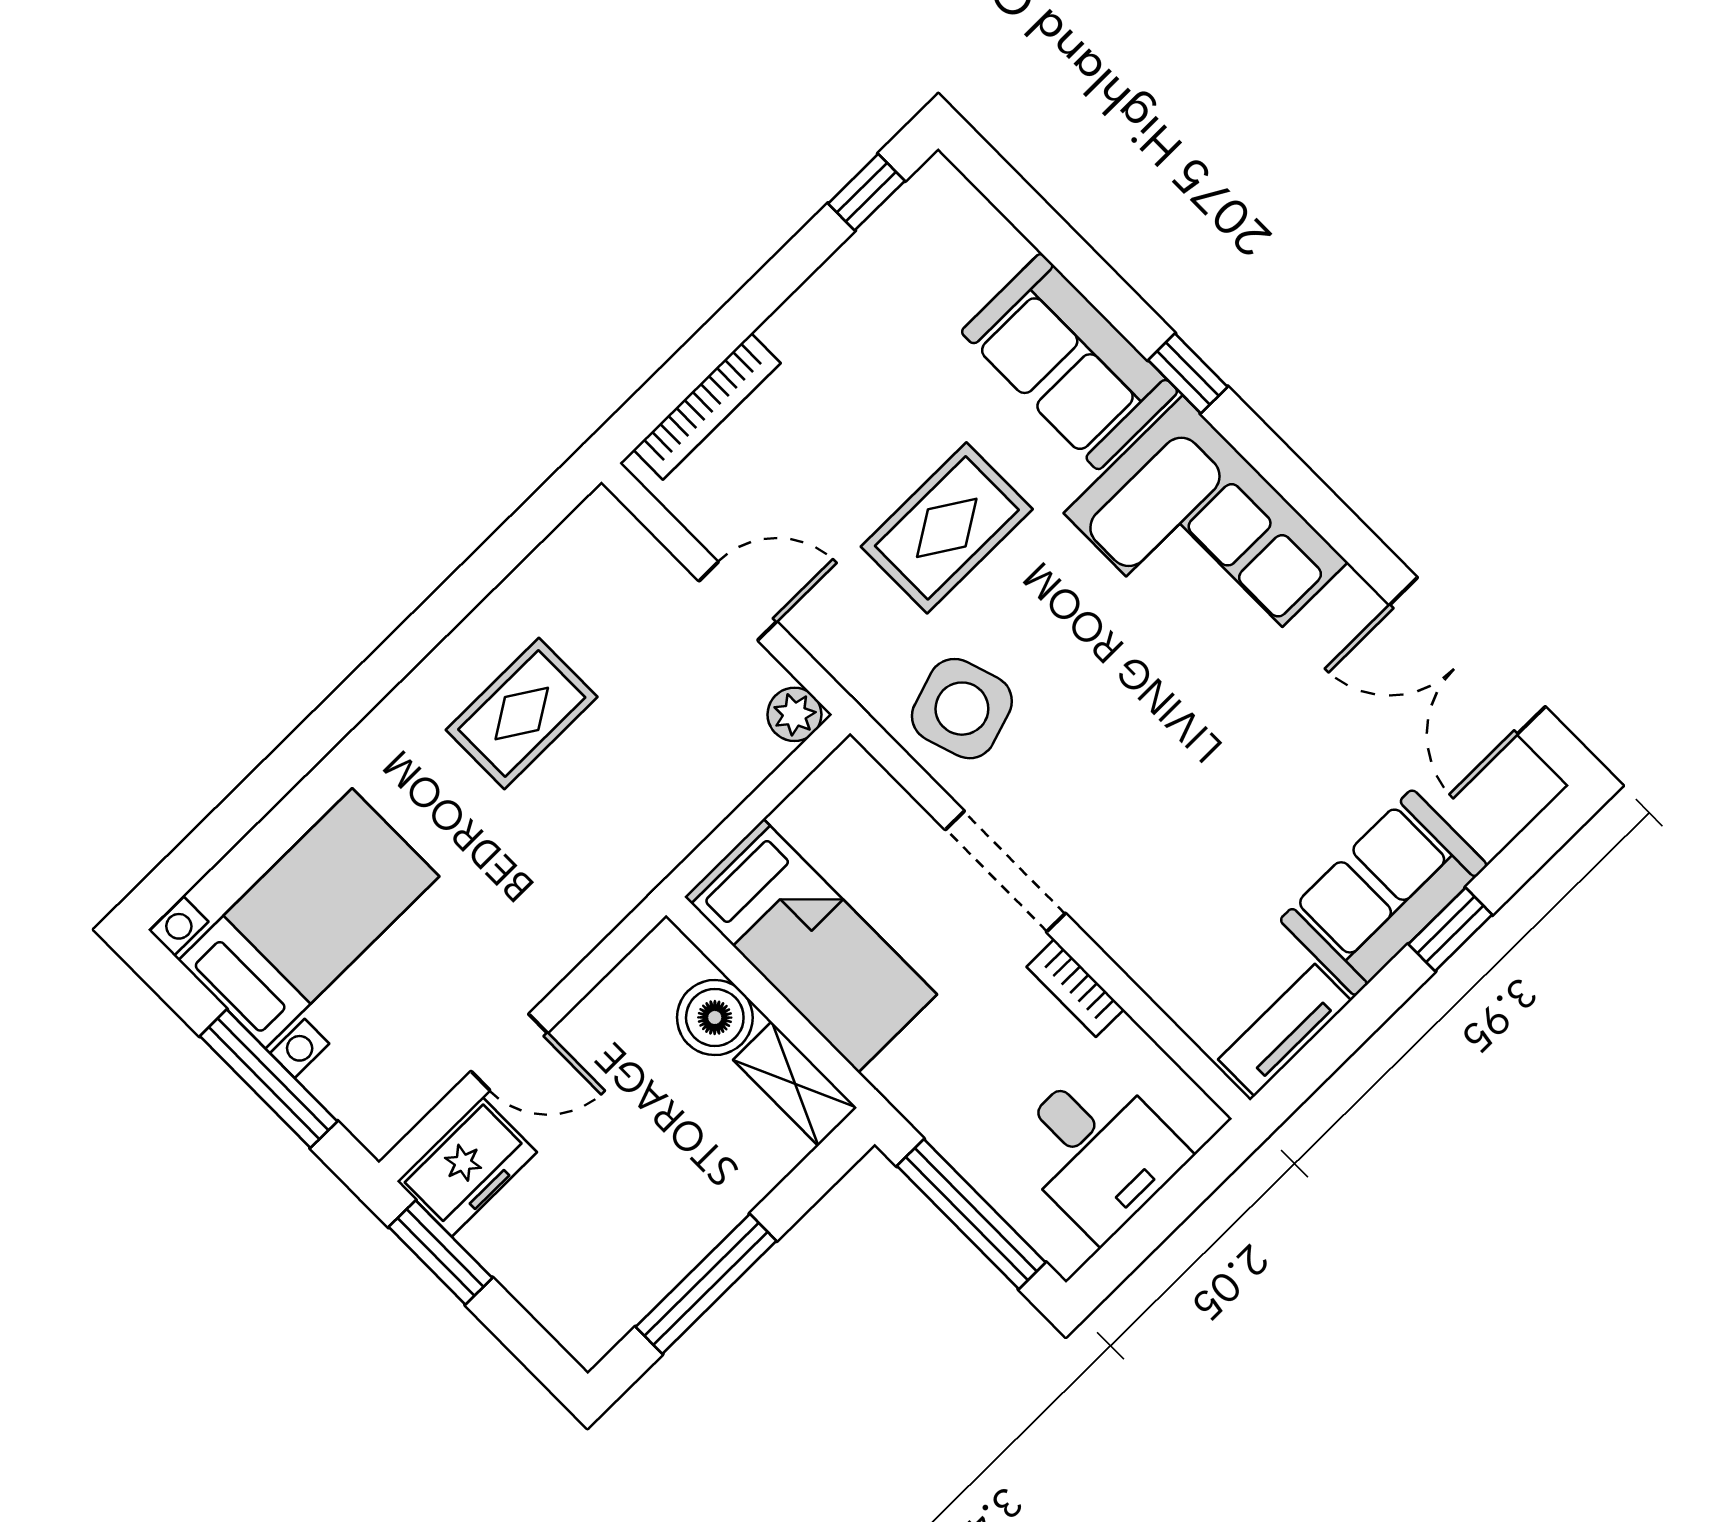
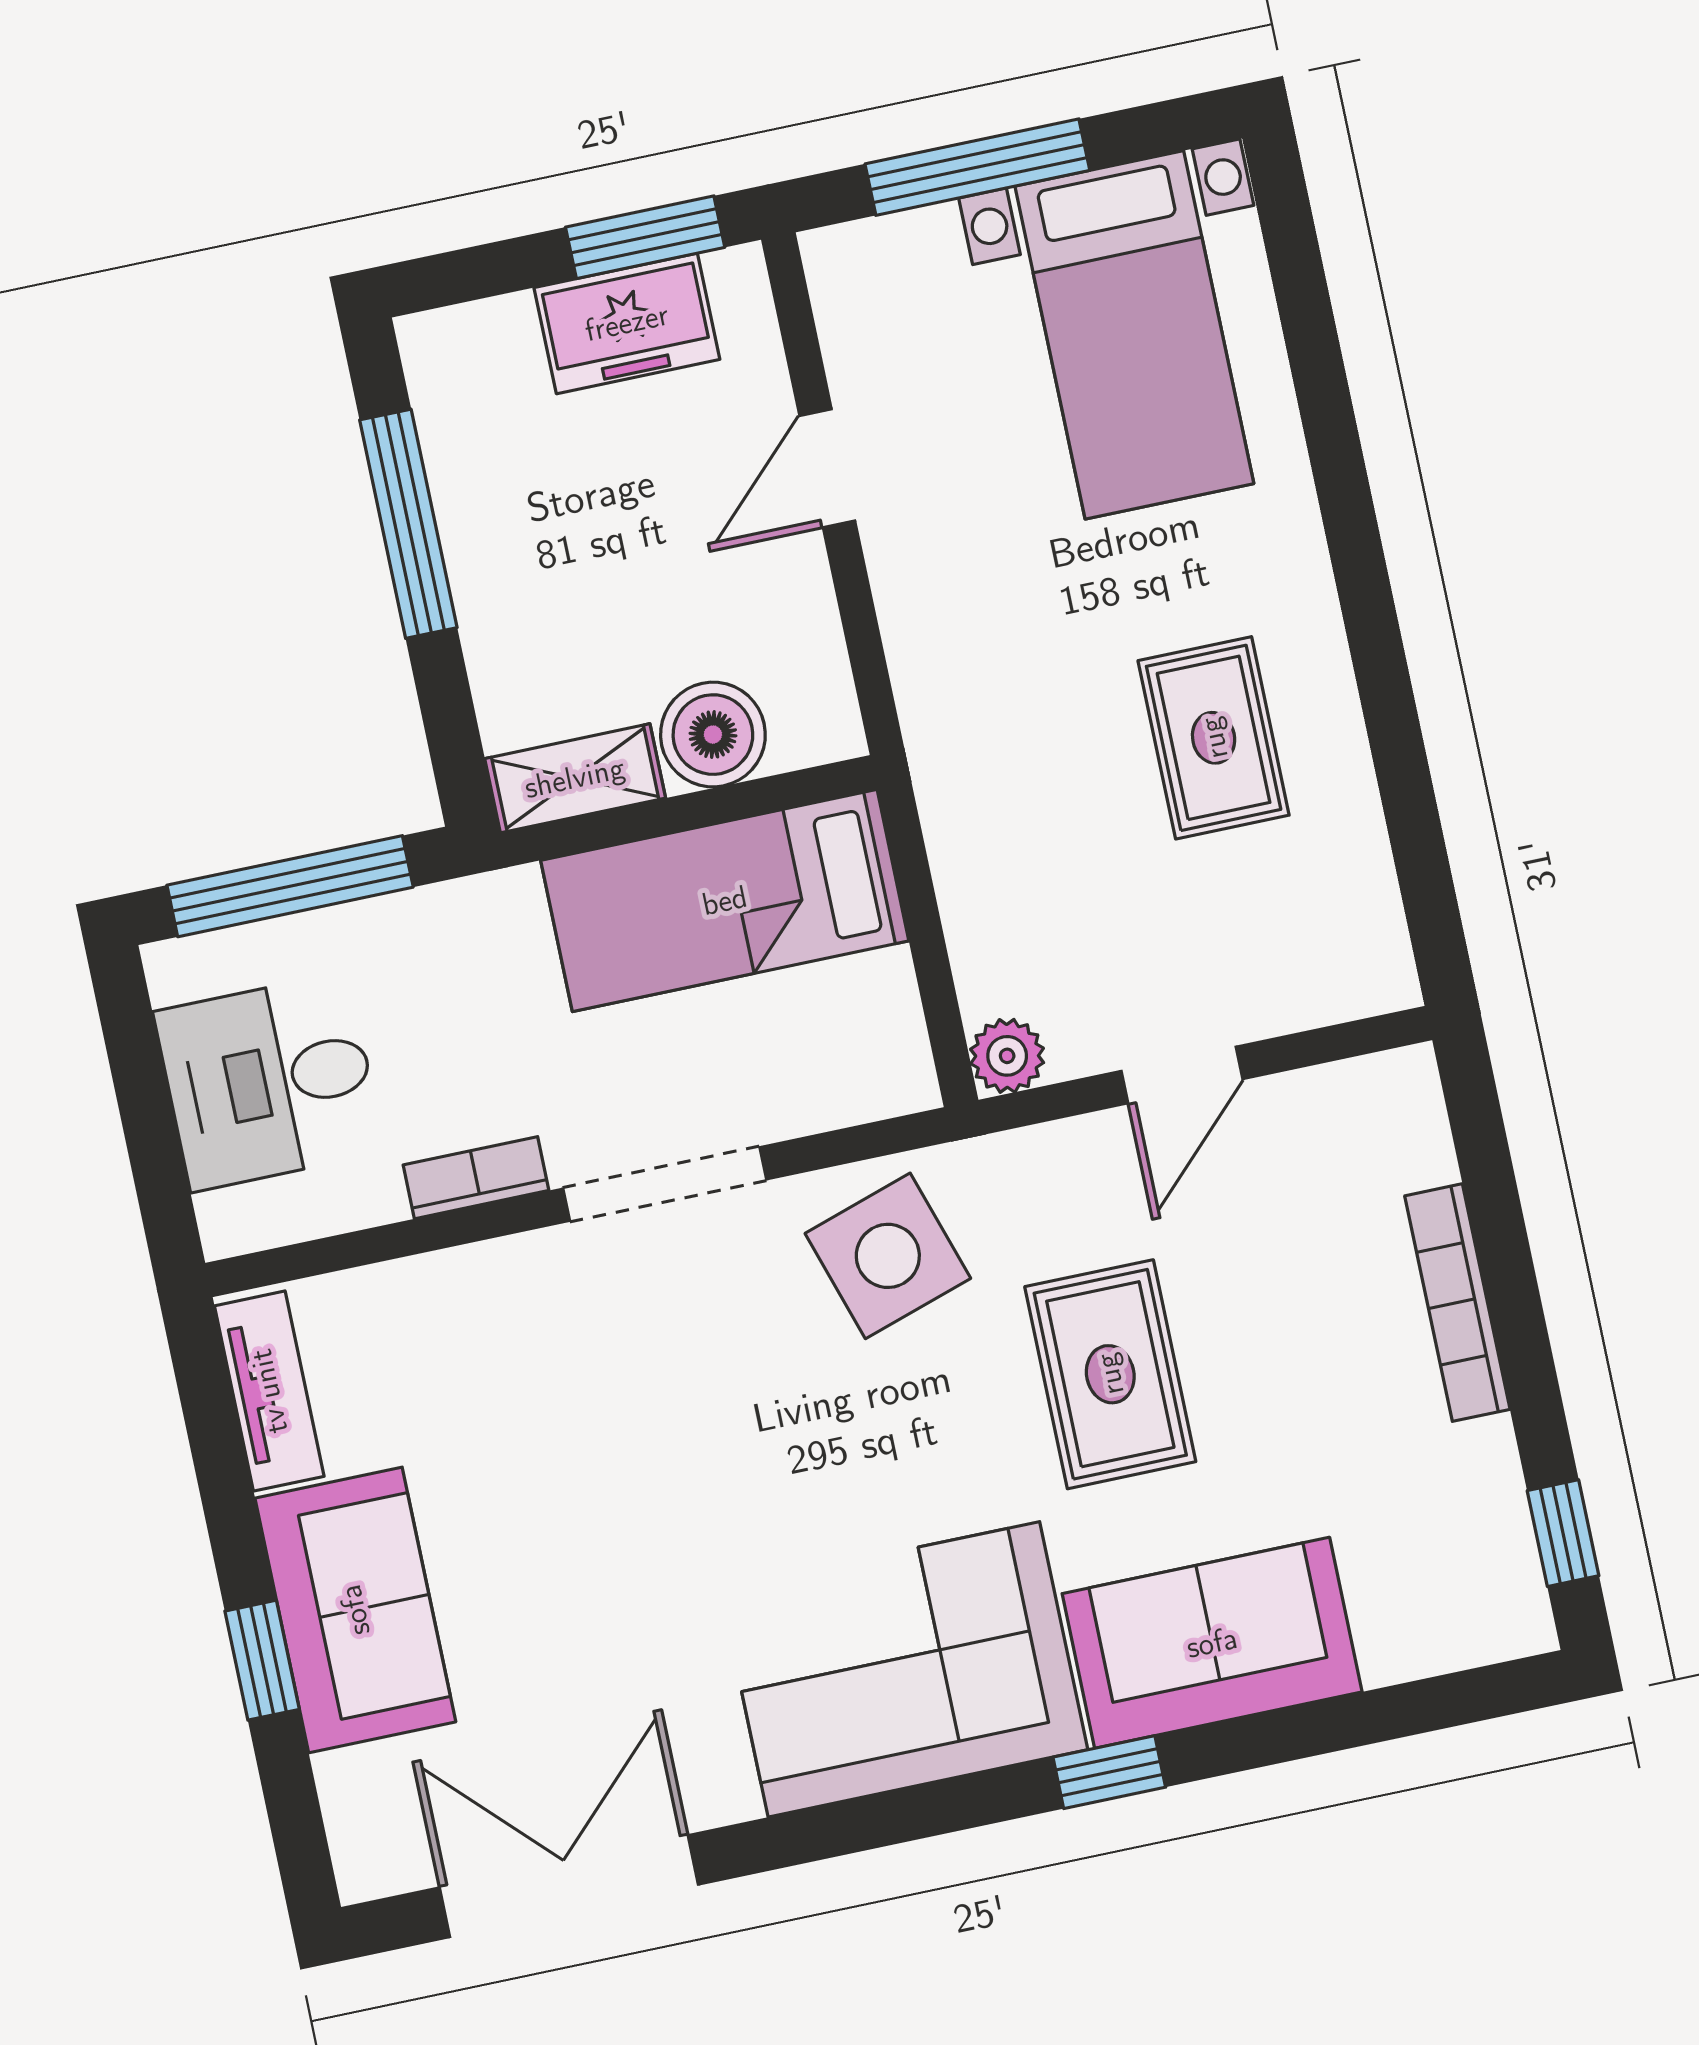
bookcase: (707, 406) -> (1457, 1303), moved
freezer: (467, 1167) -> (627, 323), moved, turned -90

